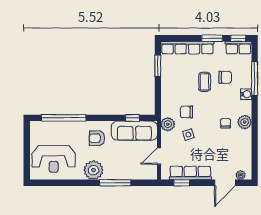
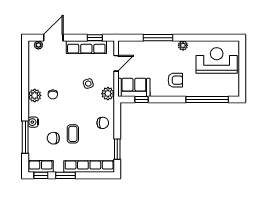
chair: (186, 112) -> (103, 123), moved
sofa: (134, 131) -> (134, 87), width x0.73
plant: (93, 170) -> (183, 45), width x0.53, depth x0.53

